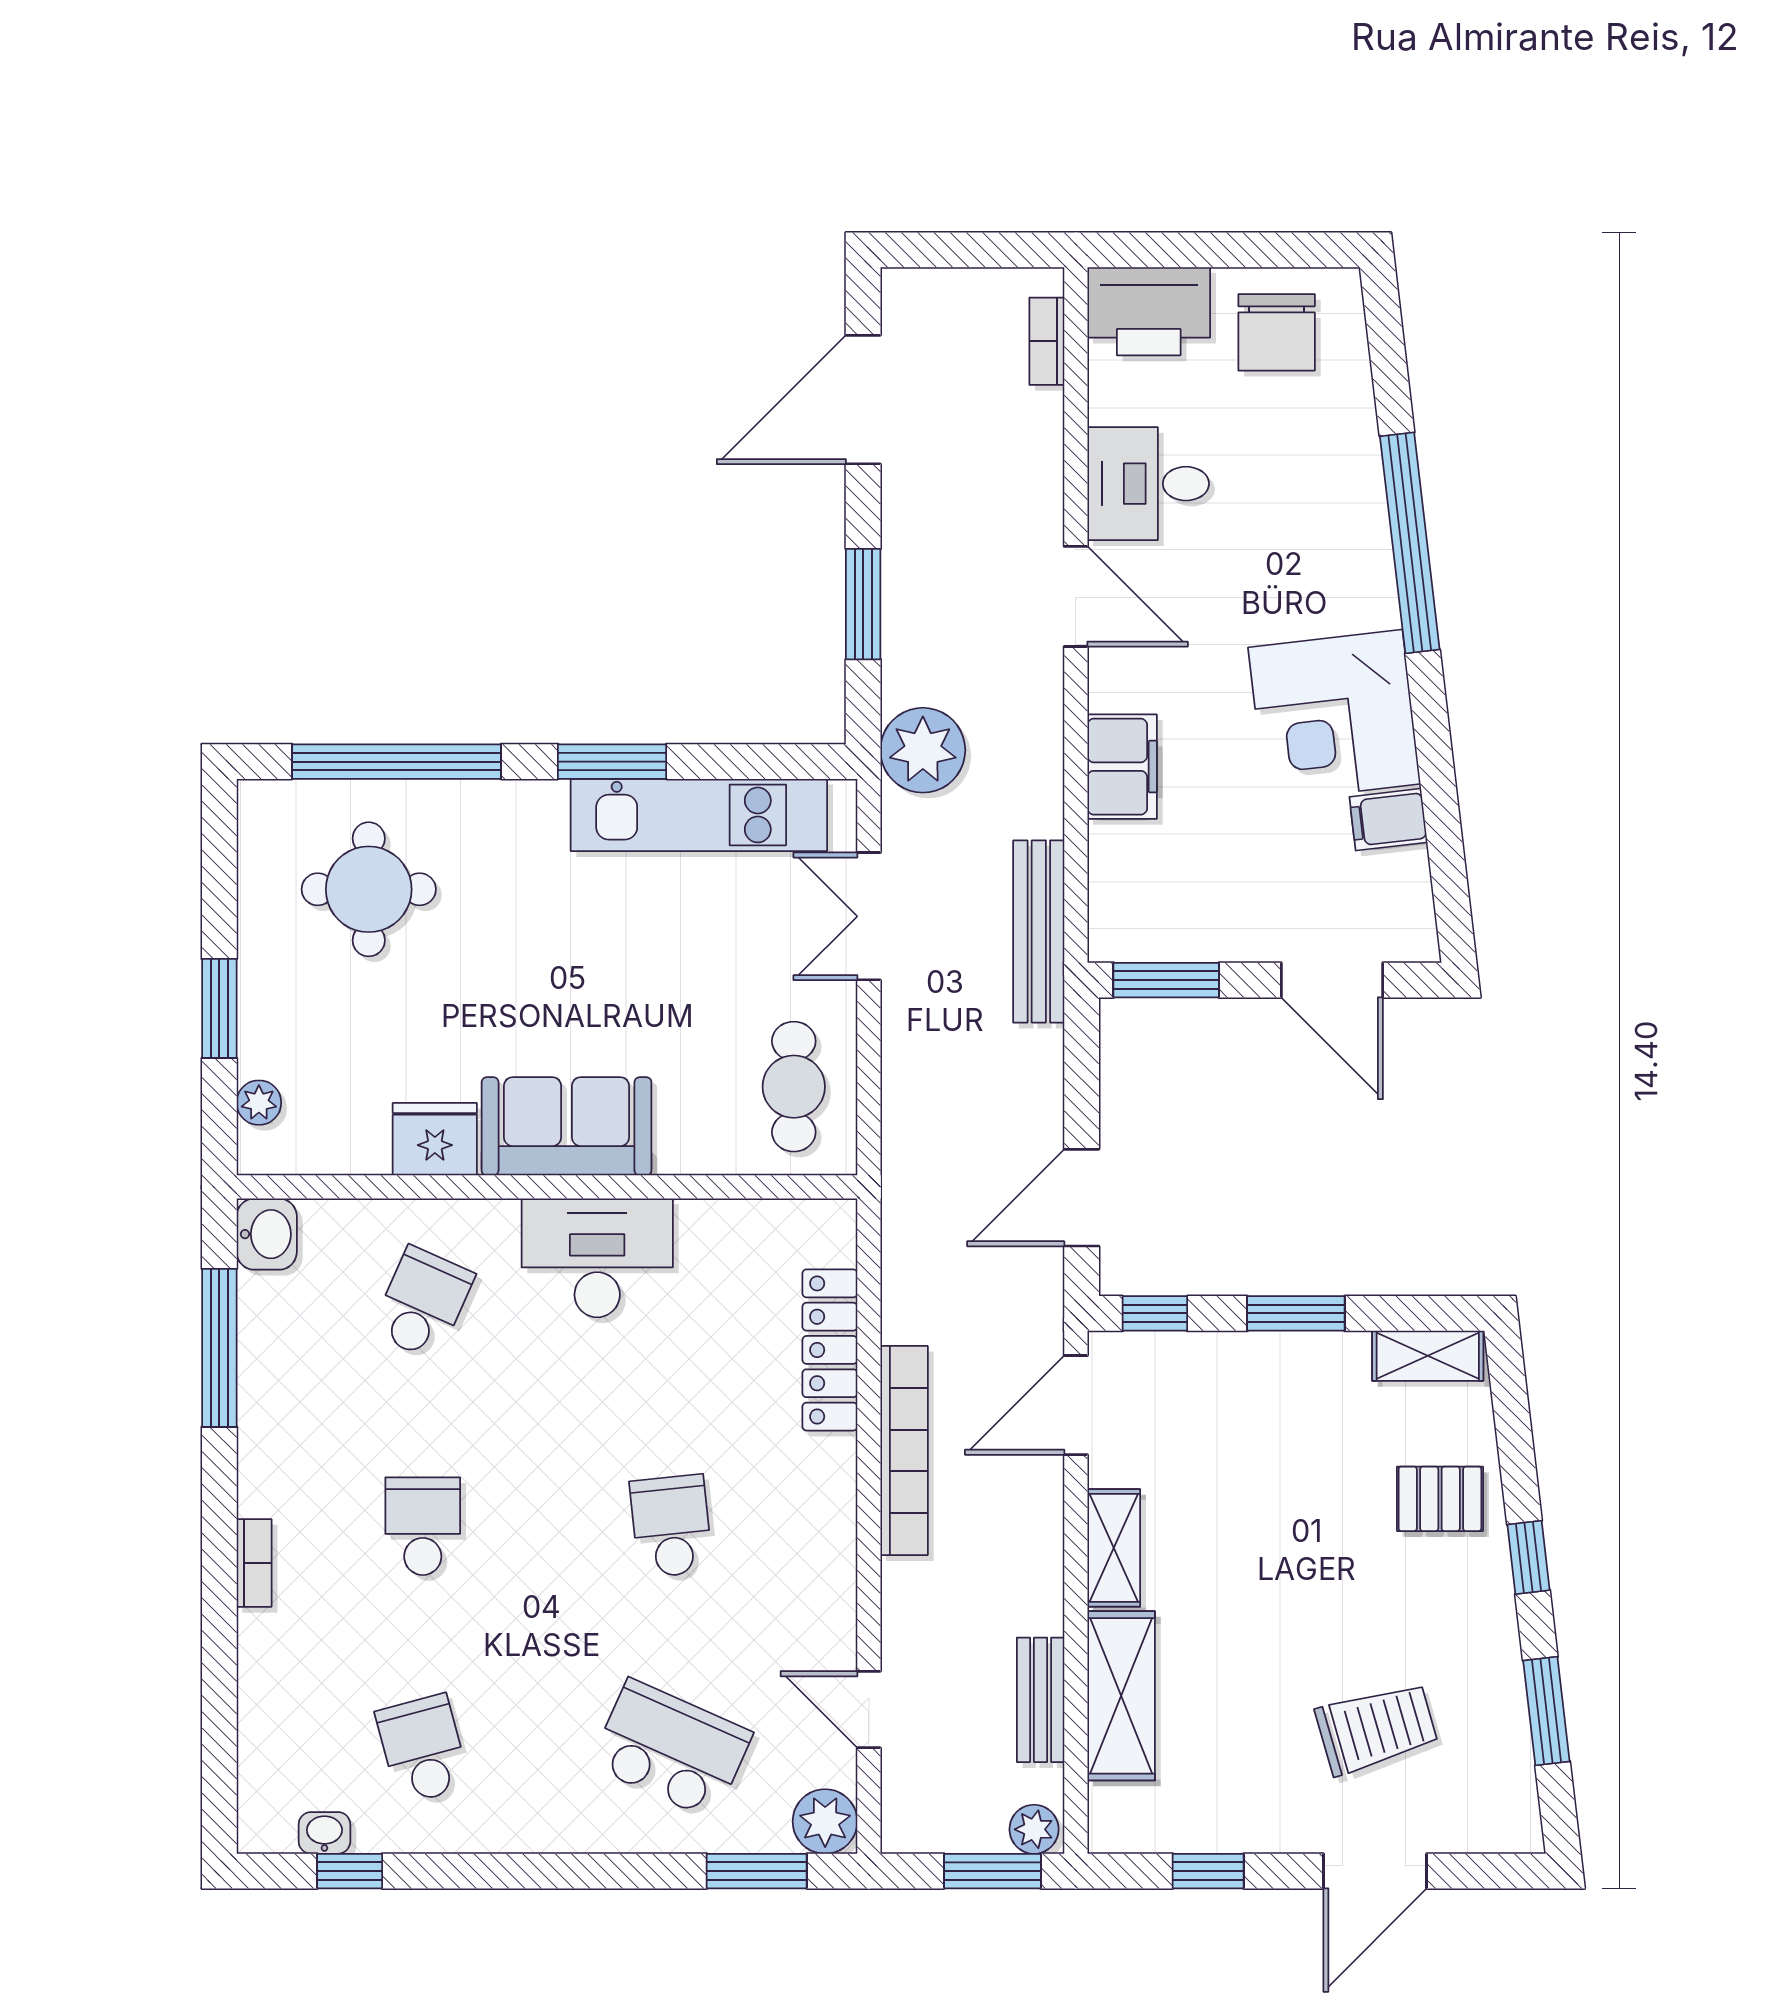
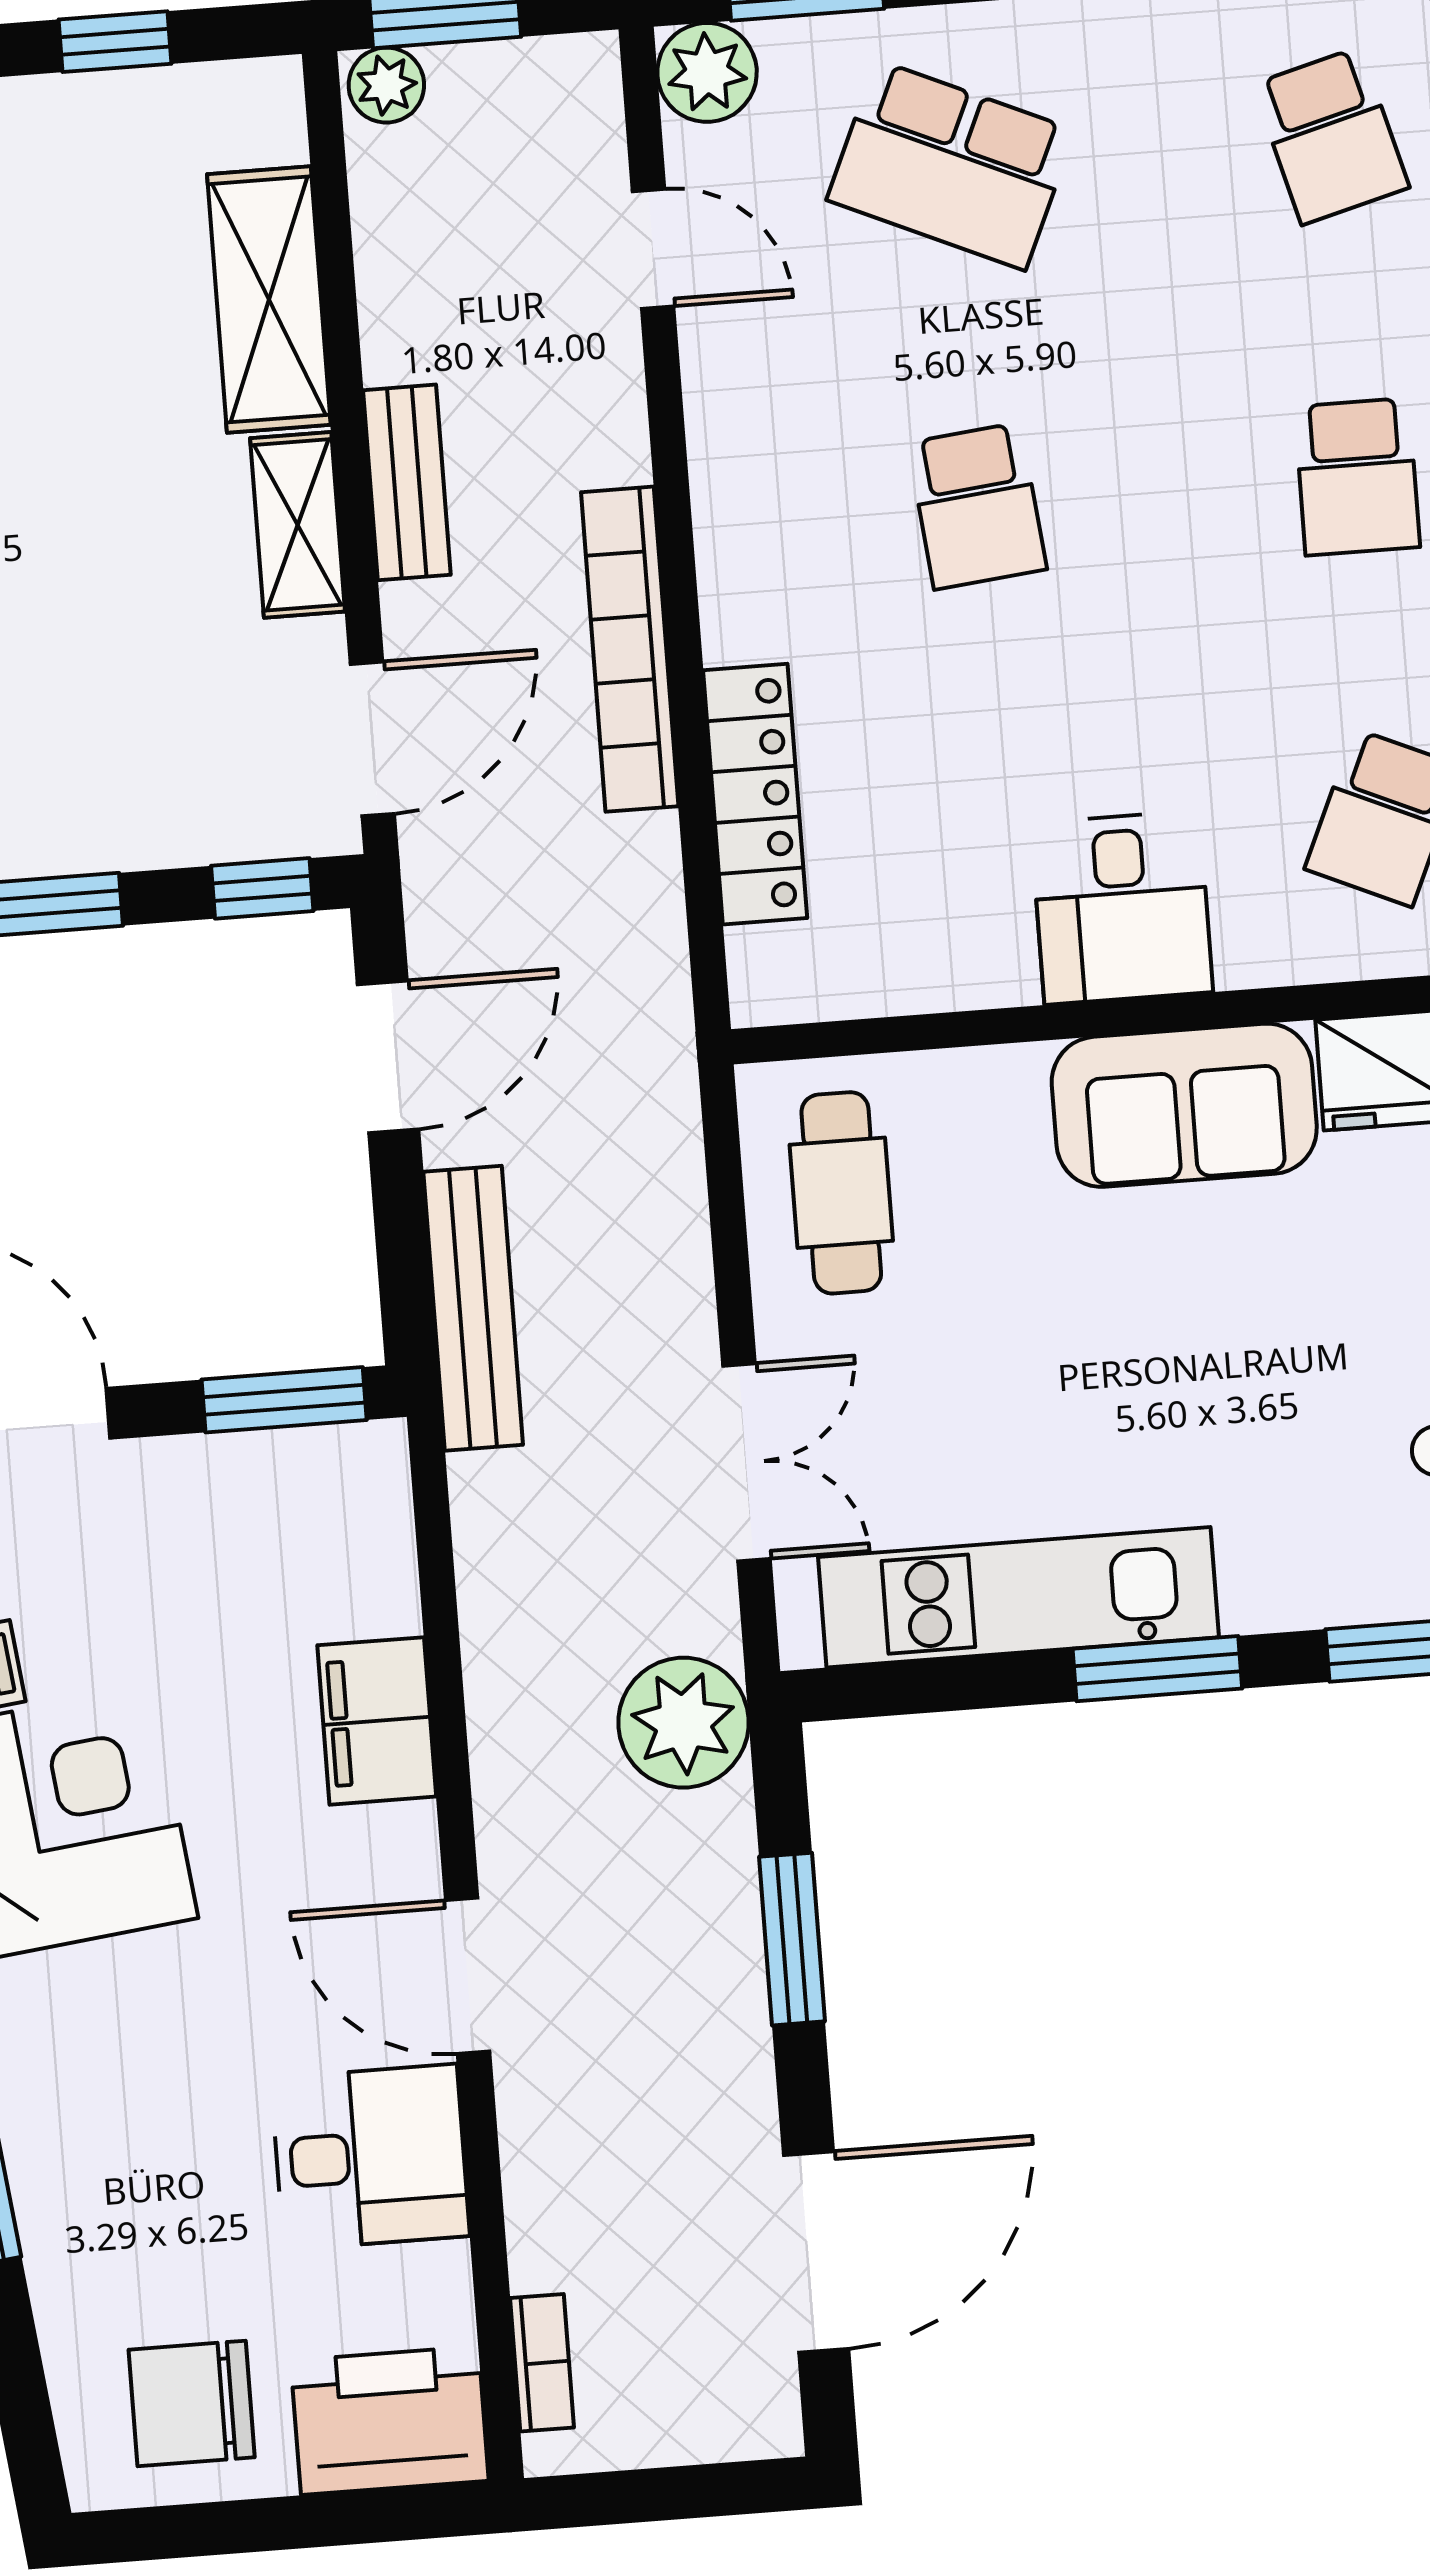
chair: (1277, 332) -> (192, 2403), turned -90
bench: (1039, 932) -> (473, 1308), moved
desk: (597, 1258) -> (1122, 908), width x0.73
bench: (1041, 1700) -> (407, 482), moved

